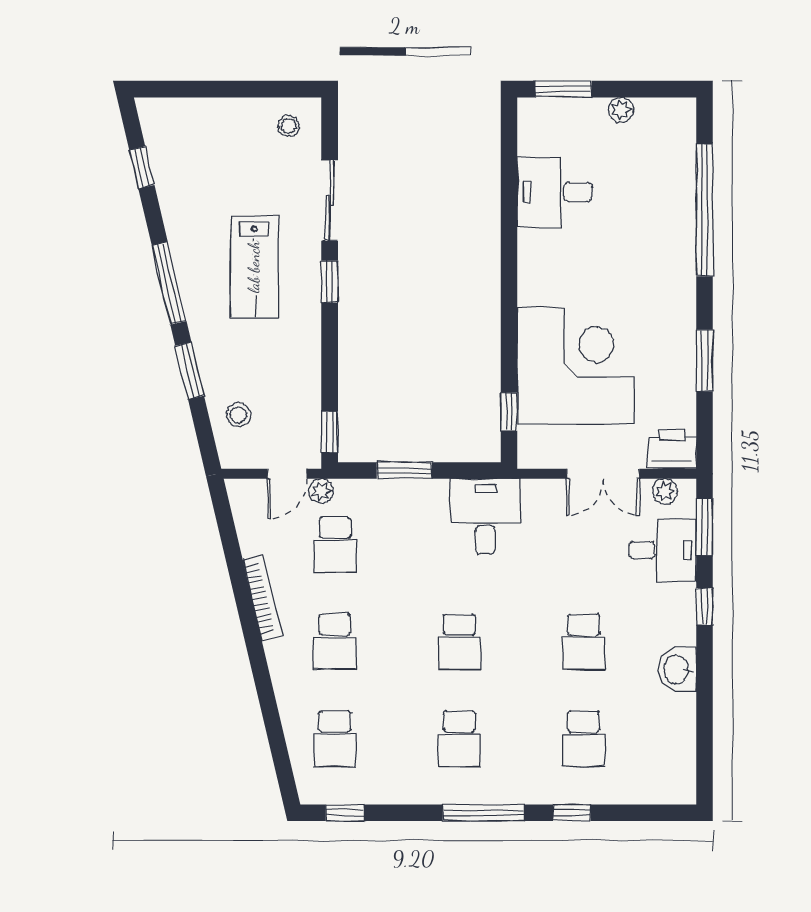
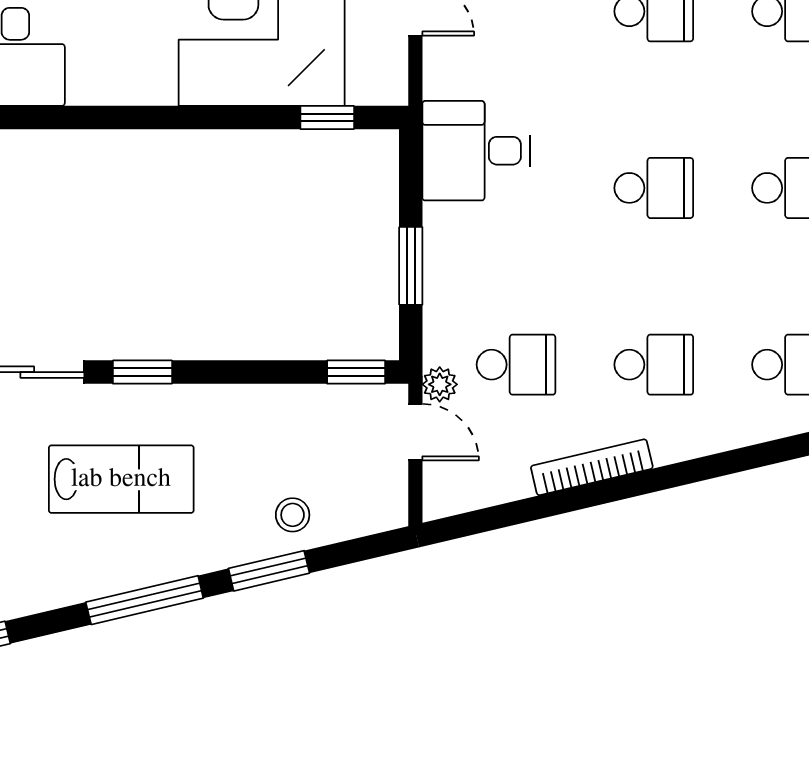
stool: (238, 415) -> (293, 515), moved

